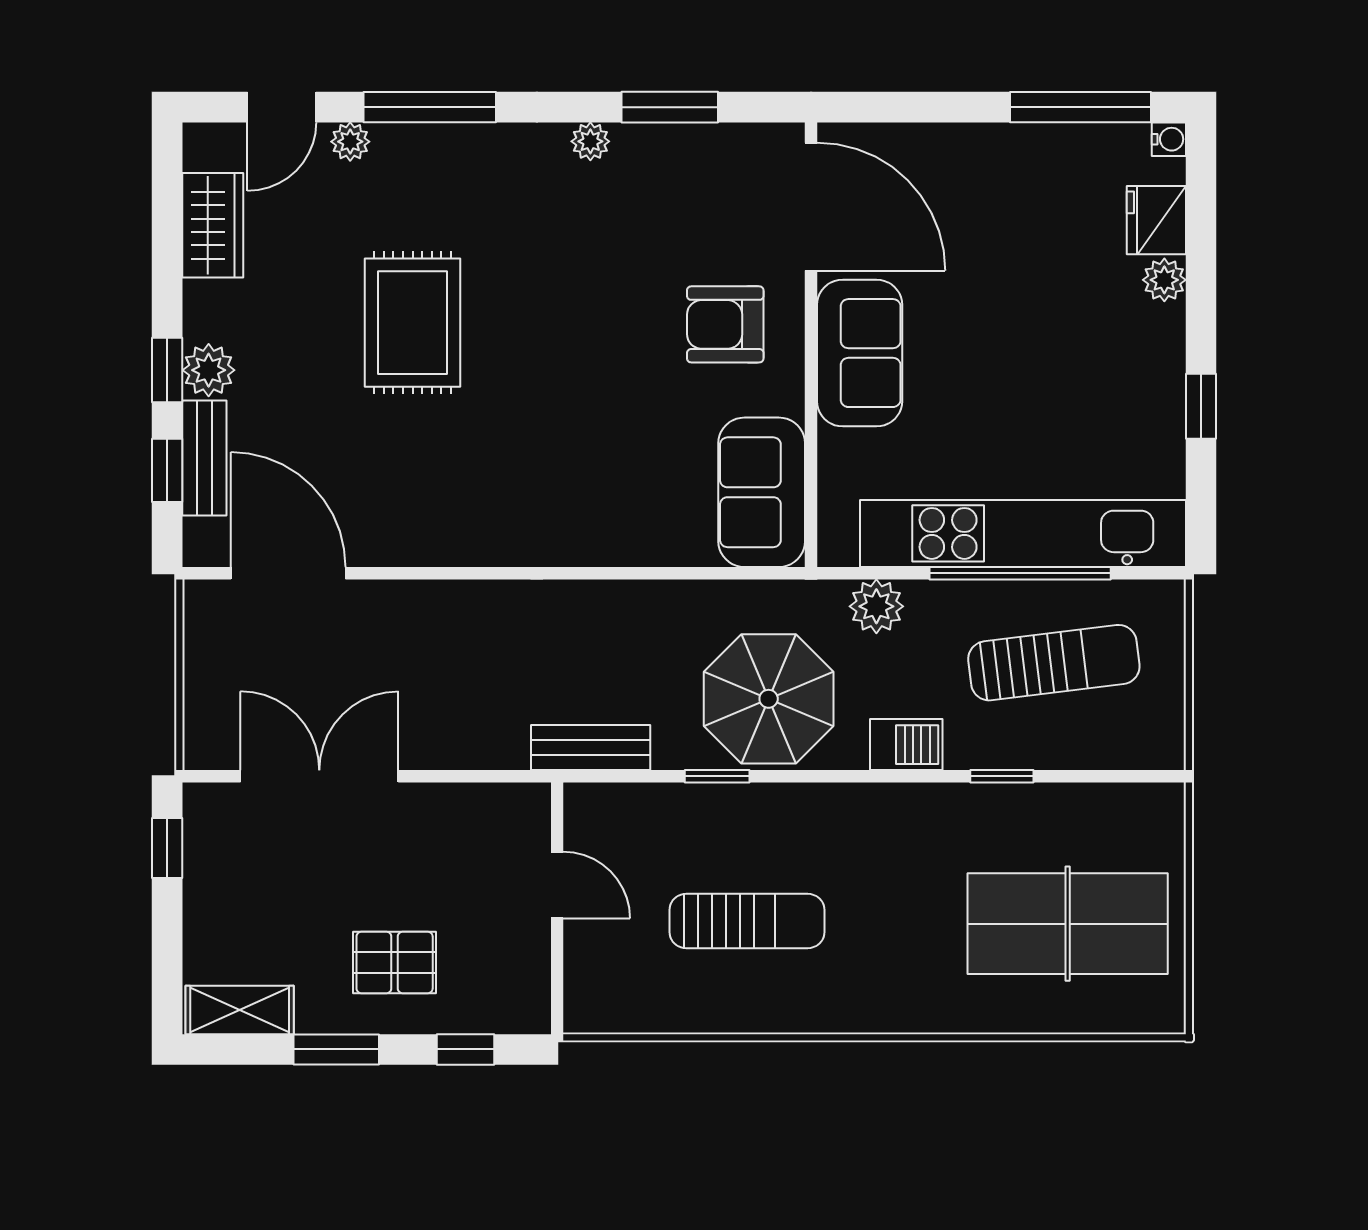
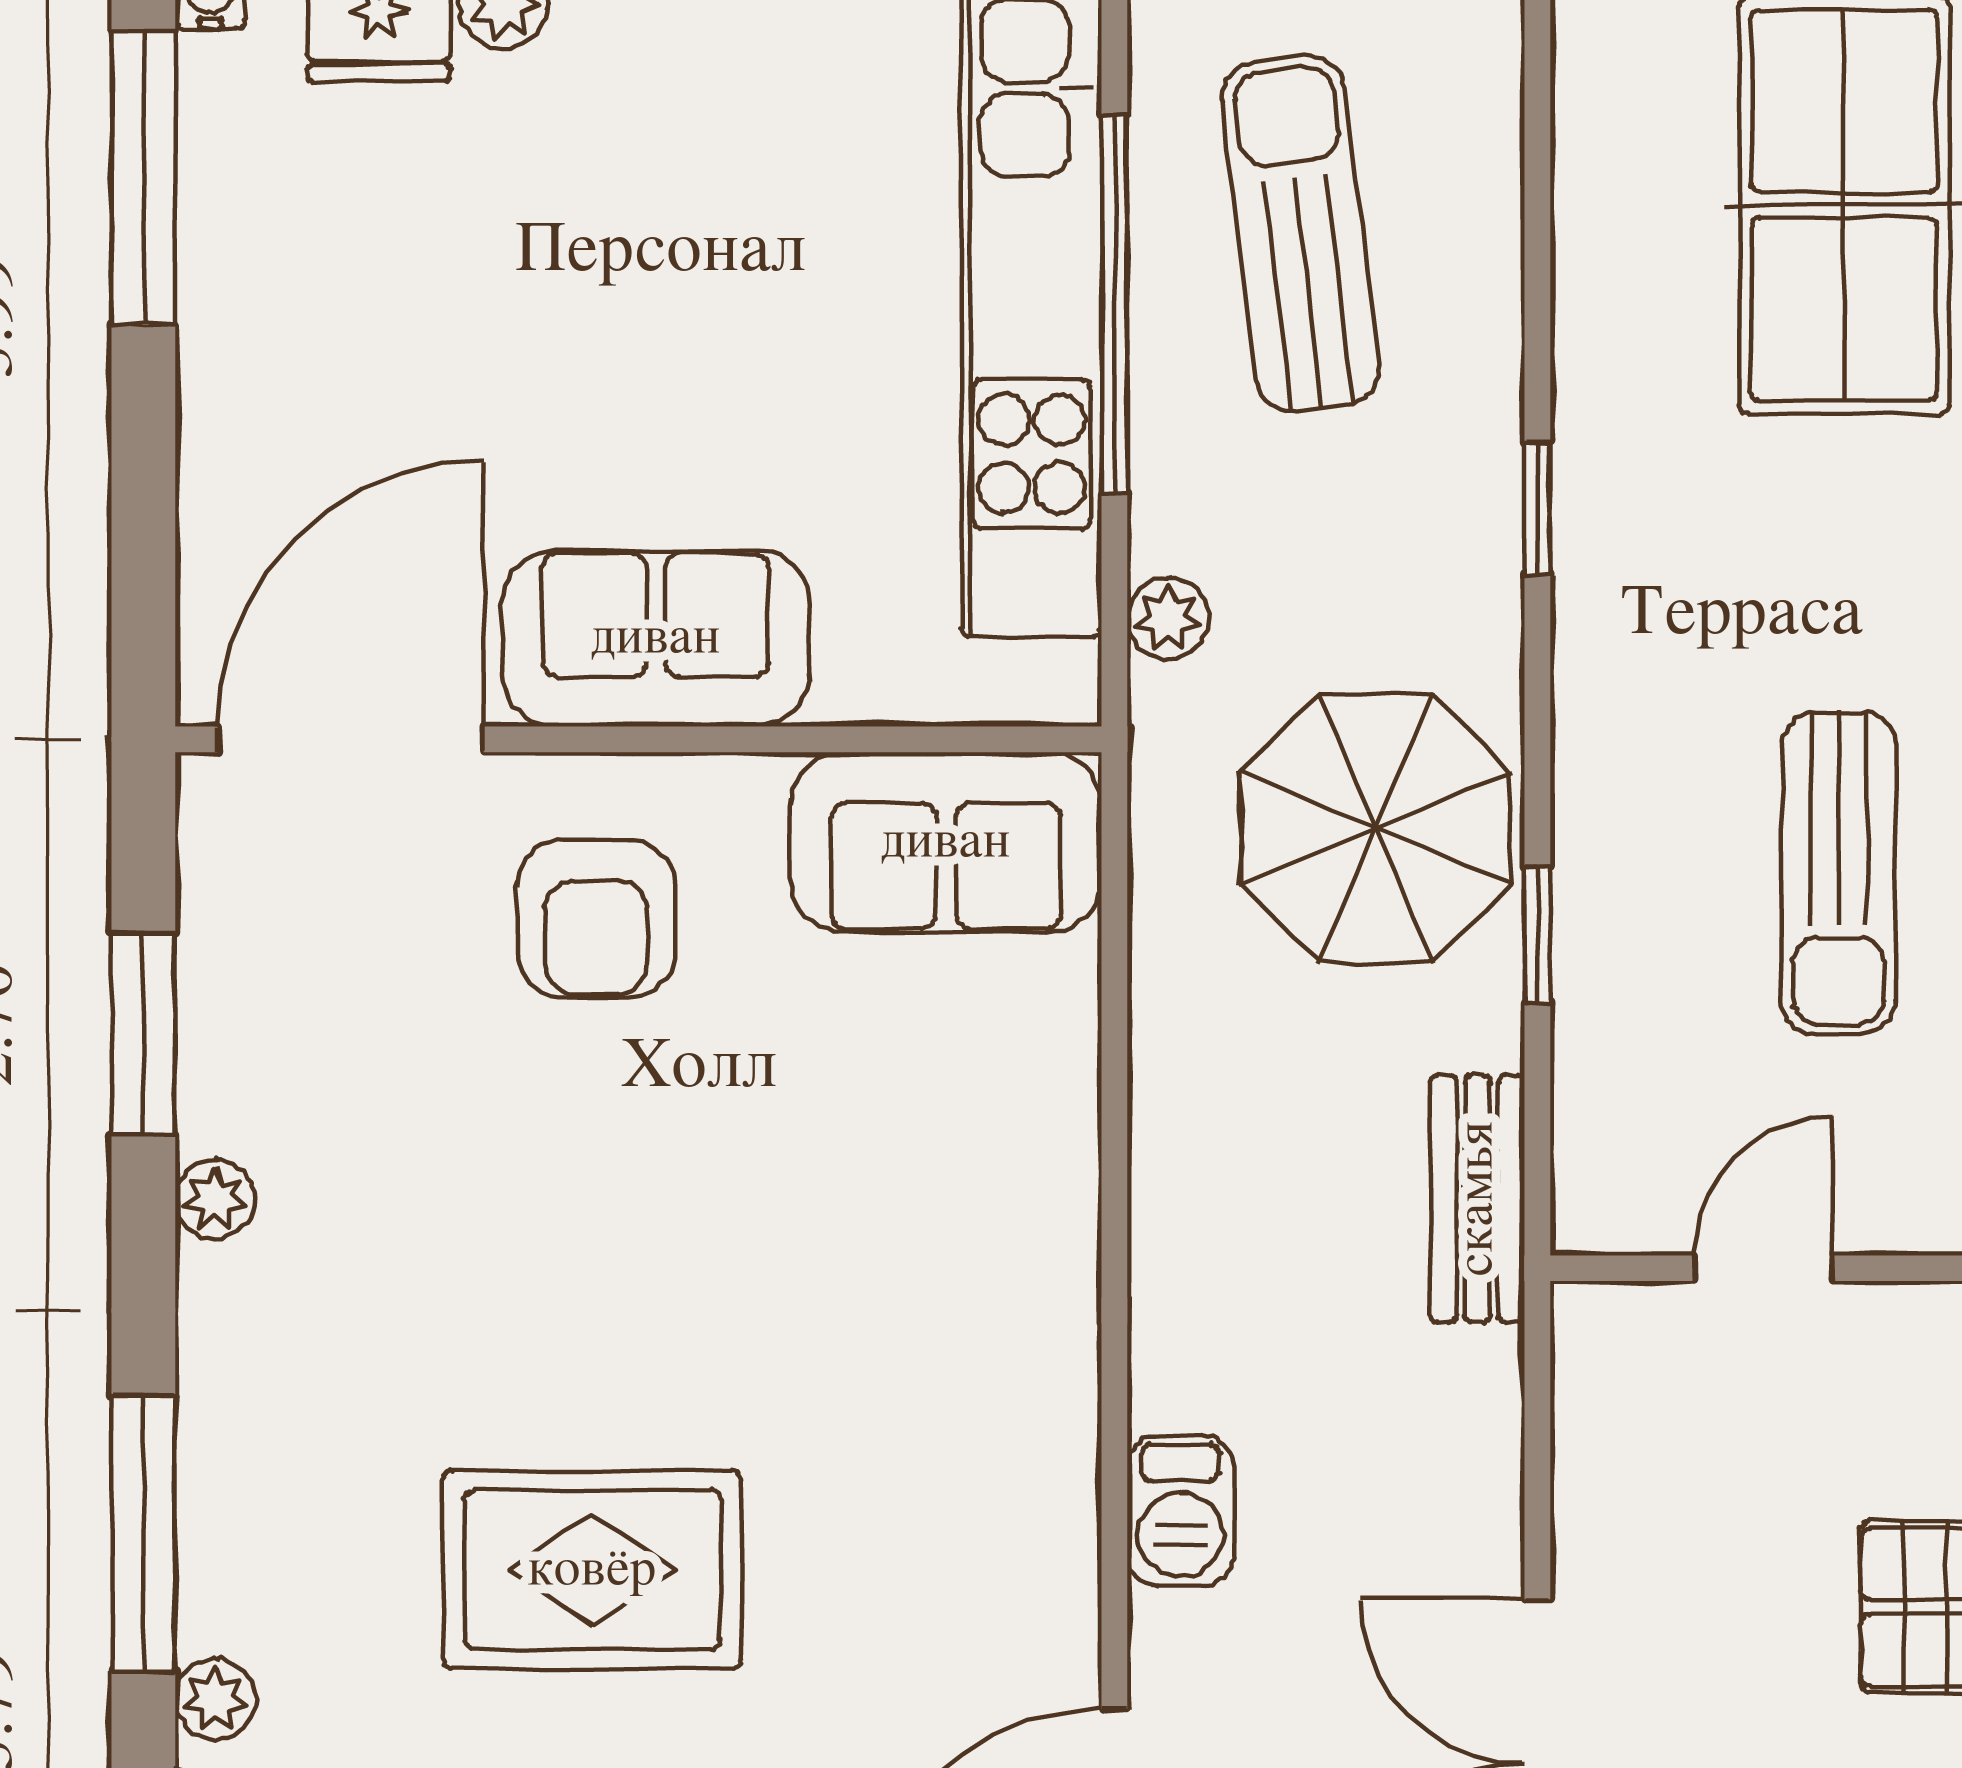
plant: (876, 606) -> (1168, 619), width x0.73, depth x0.73
barbecue: (906, 745) -> (1180, 1511), moved, turned 180
window: (1002, 776) -> (1537, 508), moved
sun lounger: (747, 921) -> (1839, 873), turned 180

